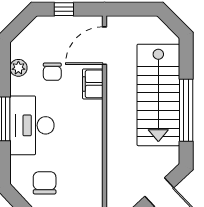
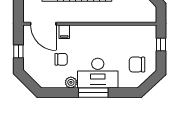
plant: (18, 68) -> (71, 82), moved
filing cabinet: (93, 84) -> (64, 32), width x0.50

